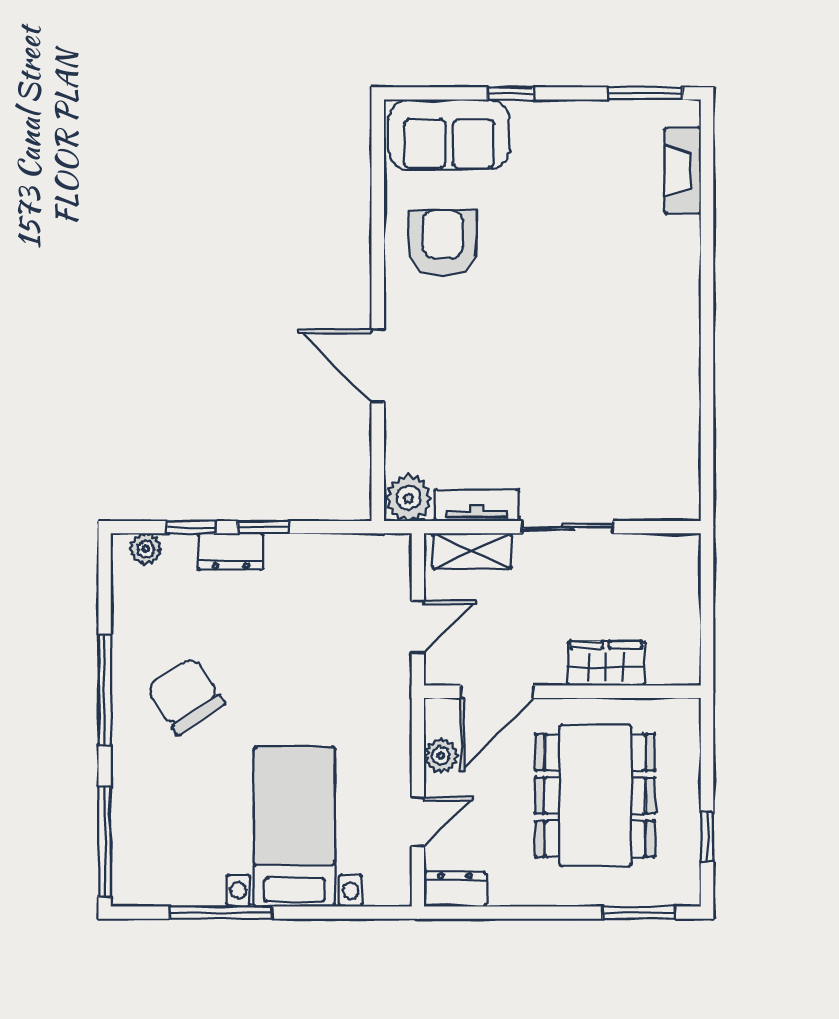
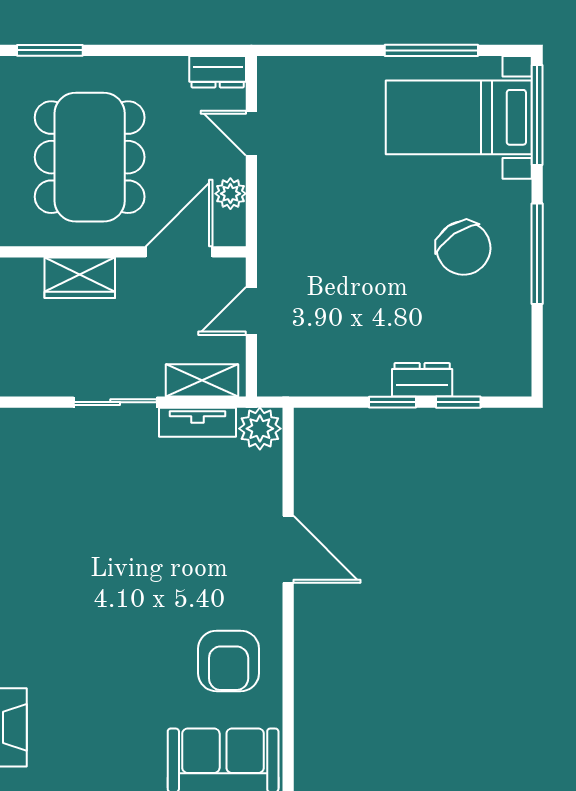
plant: (146, 549) -> (500, 382), removed
door: (418, 822) -> (251, 133), hinge flipped
bed with nightstands: (294, 827) -> (459, 117), moved, turned 90

